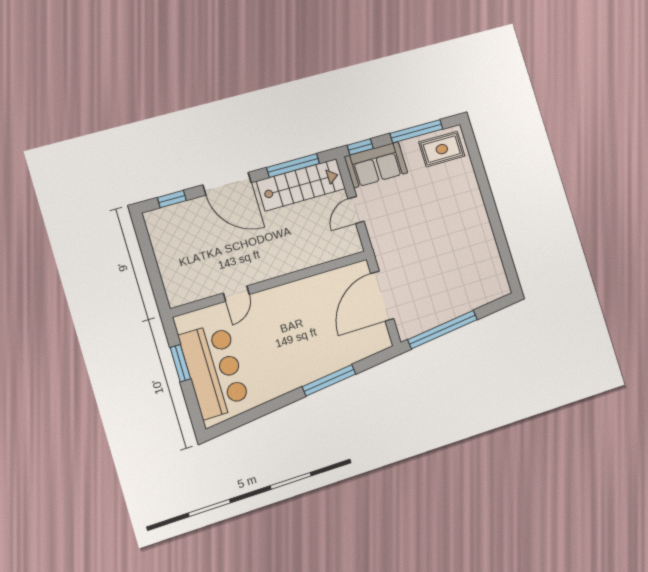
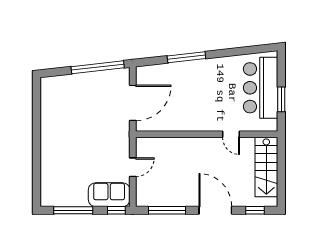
rug: (442, 149) -> (59, 193), removed
stairs: (301, 185) -> (266, 167), moved, turned -90
door: (236, 294) -> (231, 134), swing flipped

